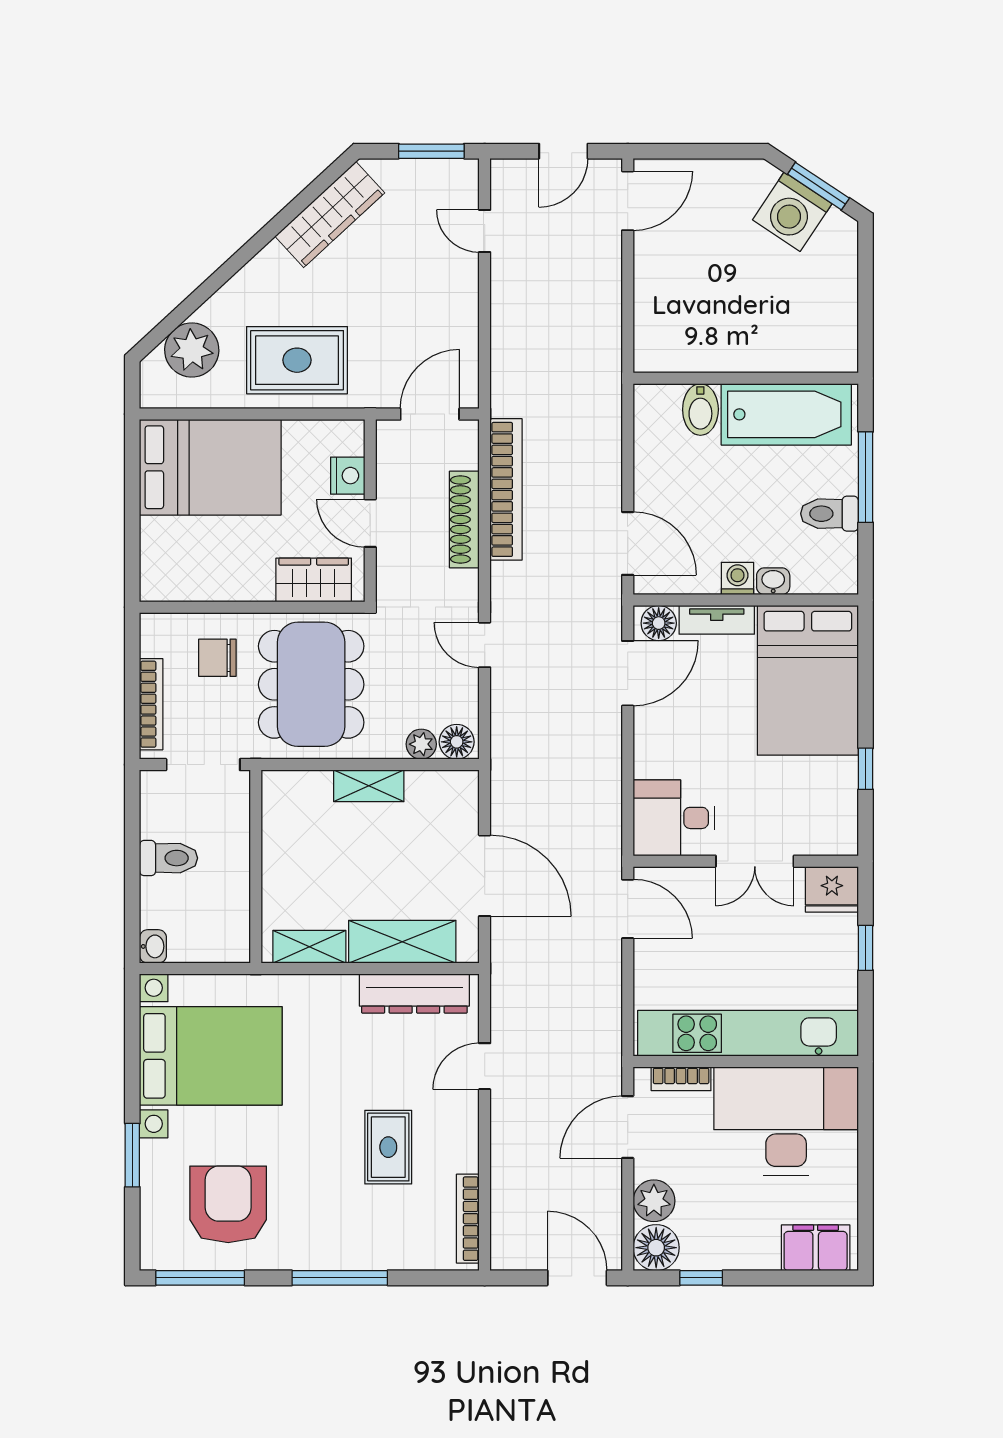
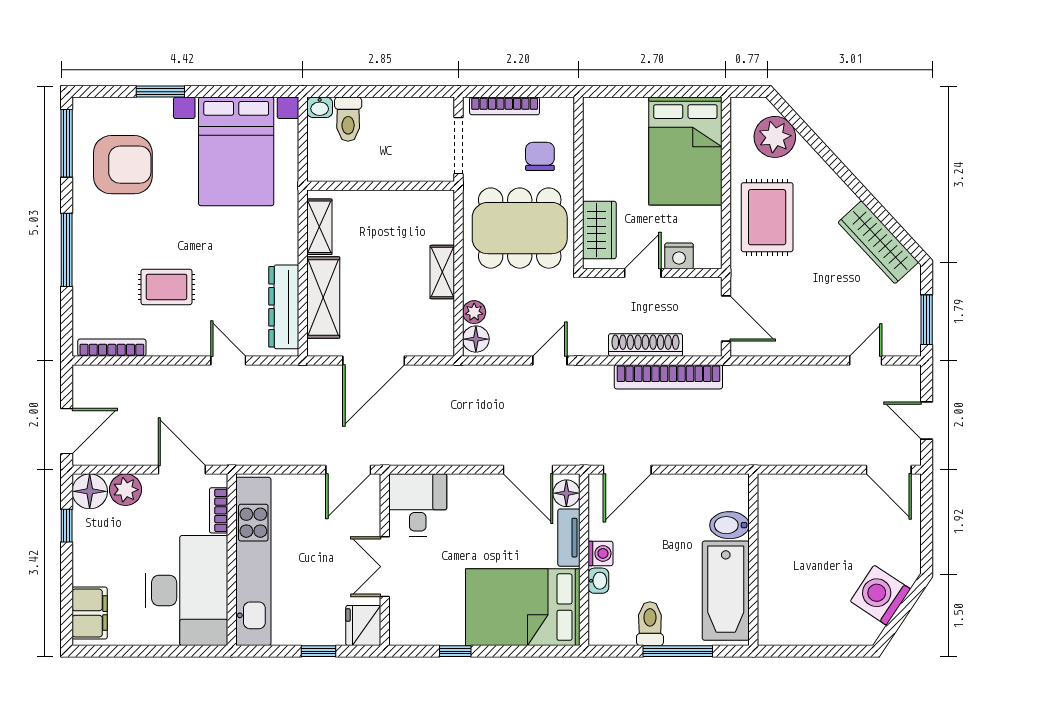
window: (818, 186) -> (900, 615), removed
toilet: (168, 858) -> (348, 119), moved

